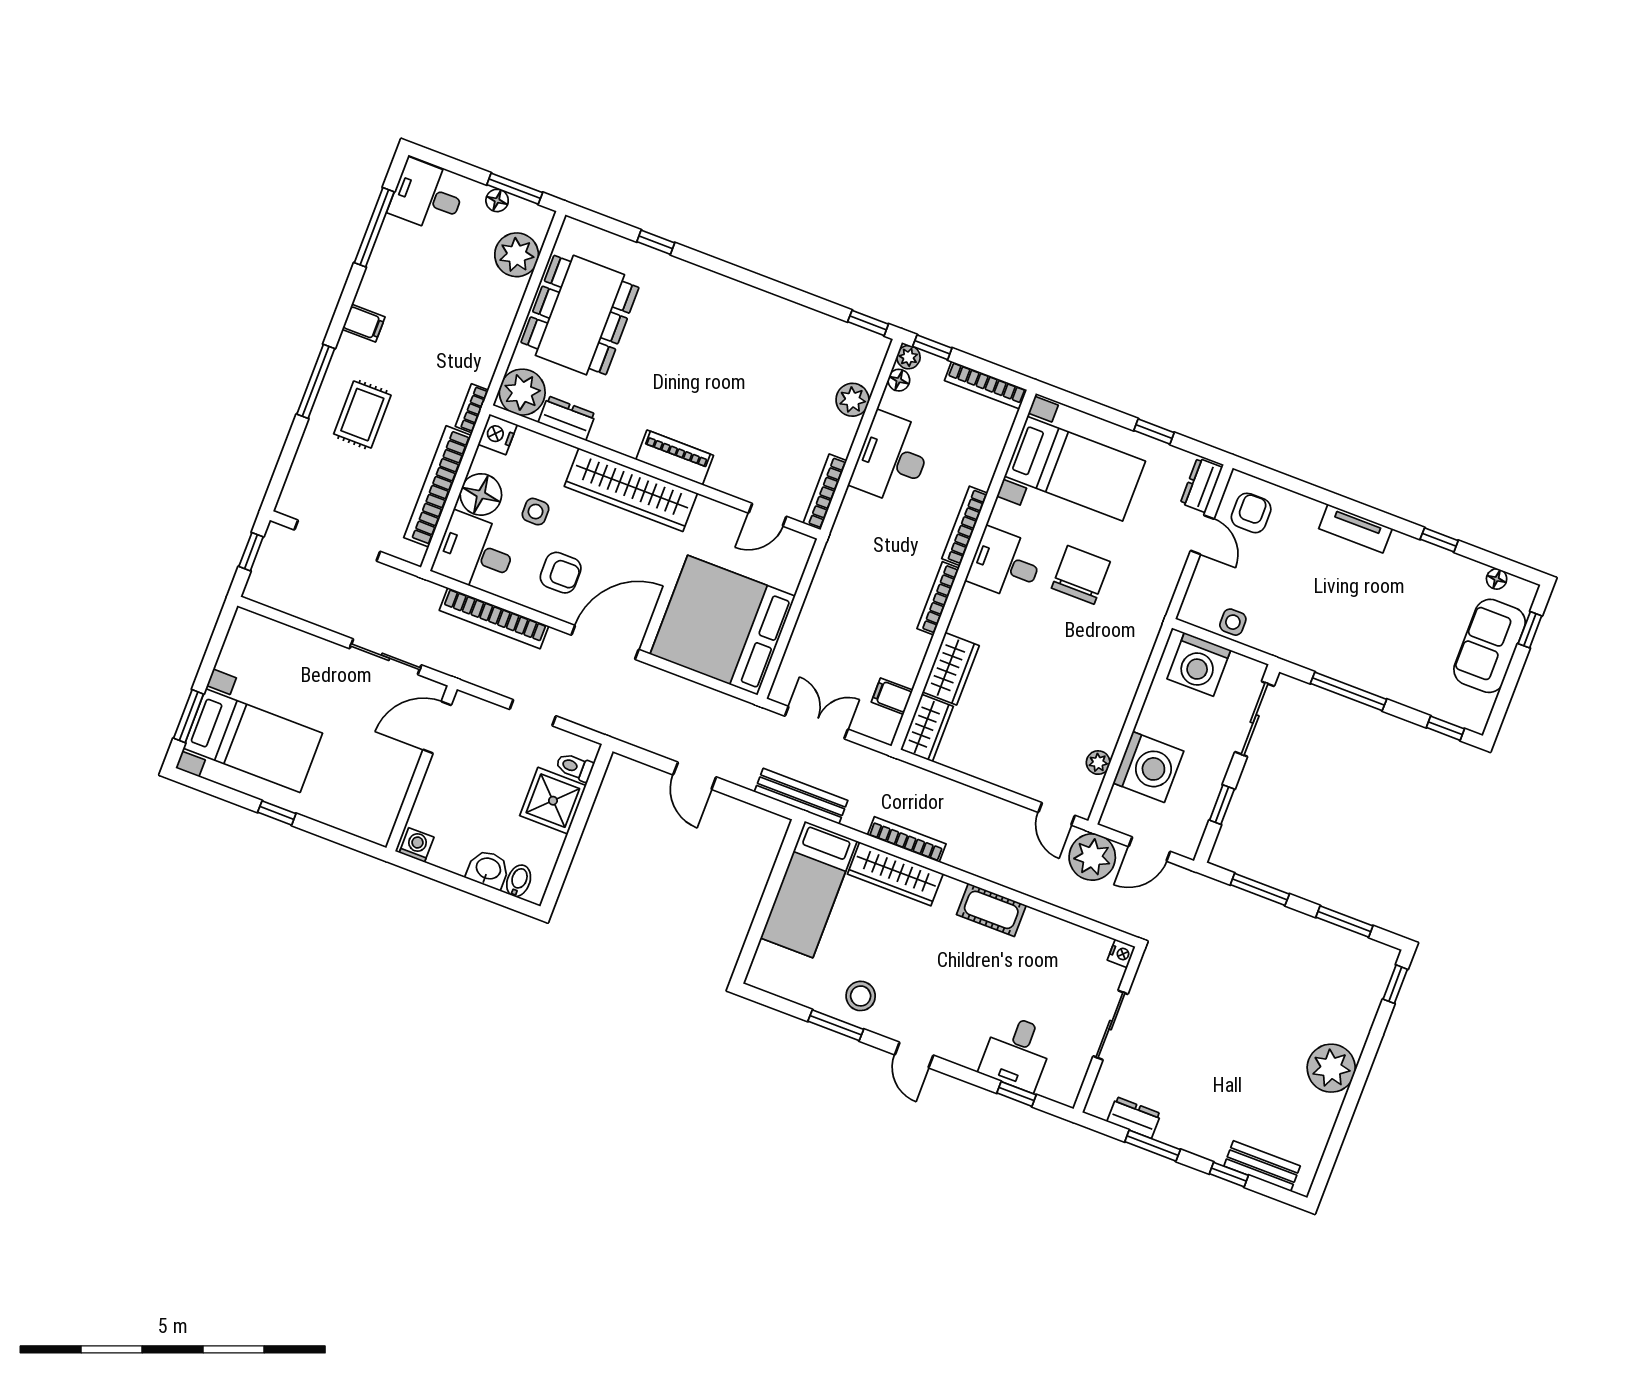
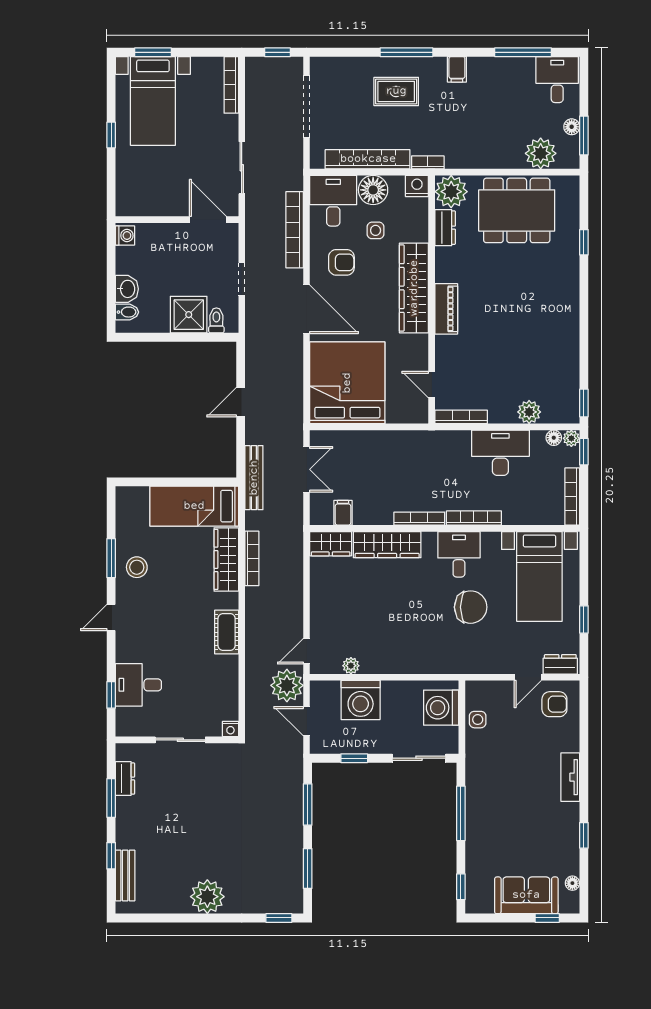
armchair: (561, 573) -> (341, 262), turned -90
bookcase: (271, 629) -> (231, 85), added
wardrobe: (951, 669) -> (387, 545), width x1.50

